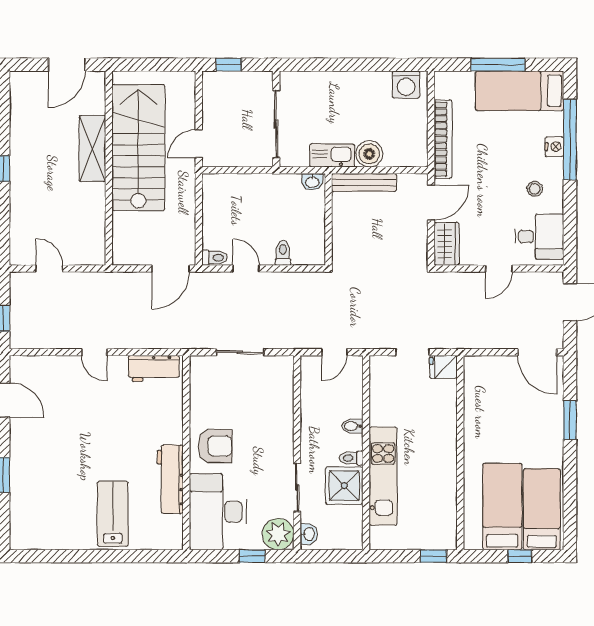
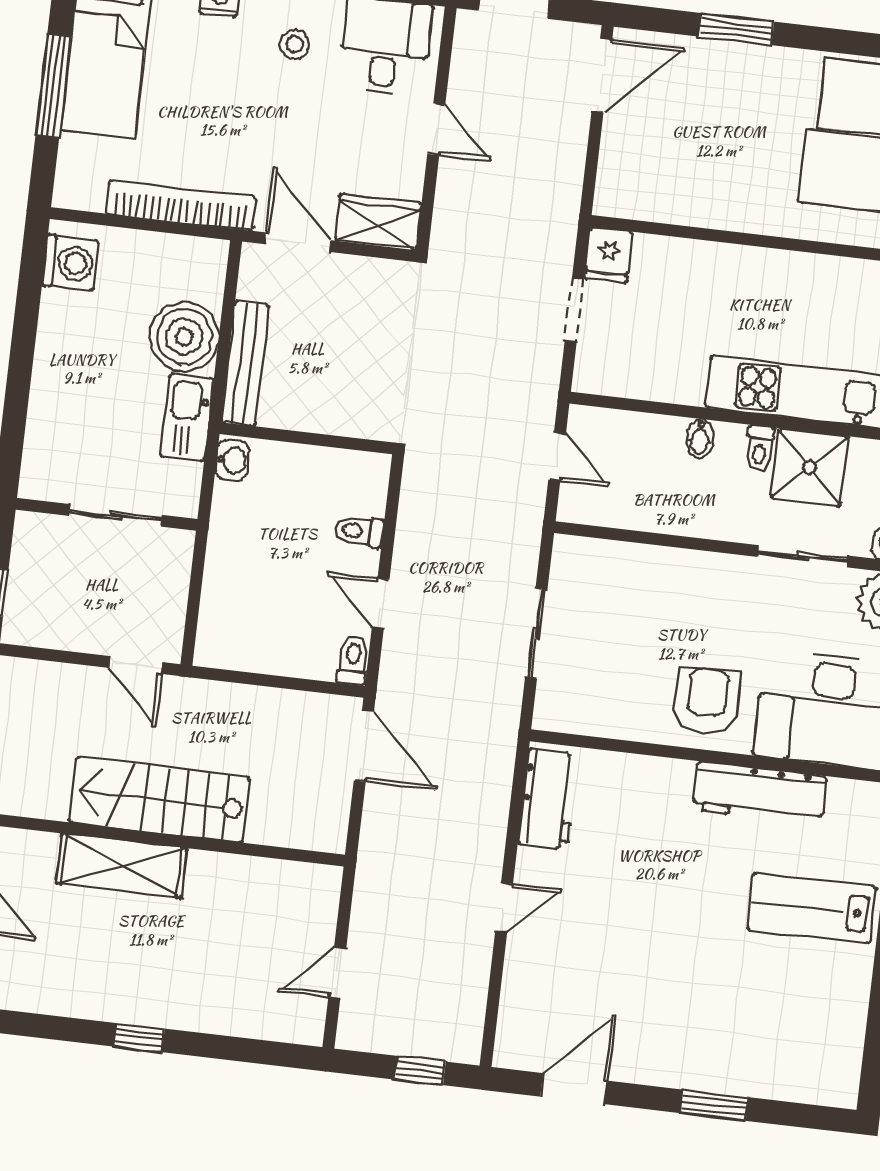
sliding door: (276, 124) -> (116, 515), width x0.73
stairs: (138, 148) -> (159, 800), width x0.73, depth x0.66
boiler: (369, 154) -> (184, 337), width x1.37, depth x1.37
door: (246, 269) -> (381, 604), hinge flipped

